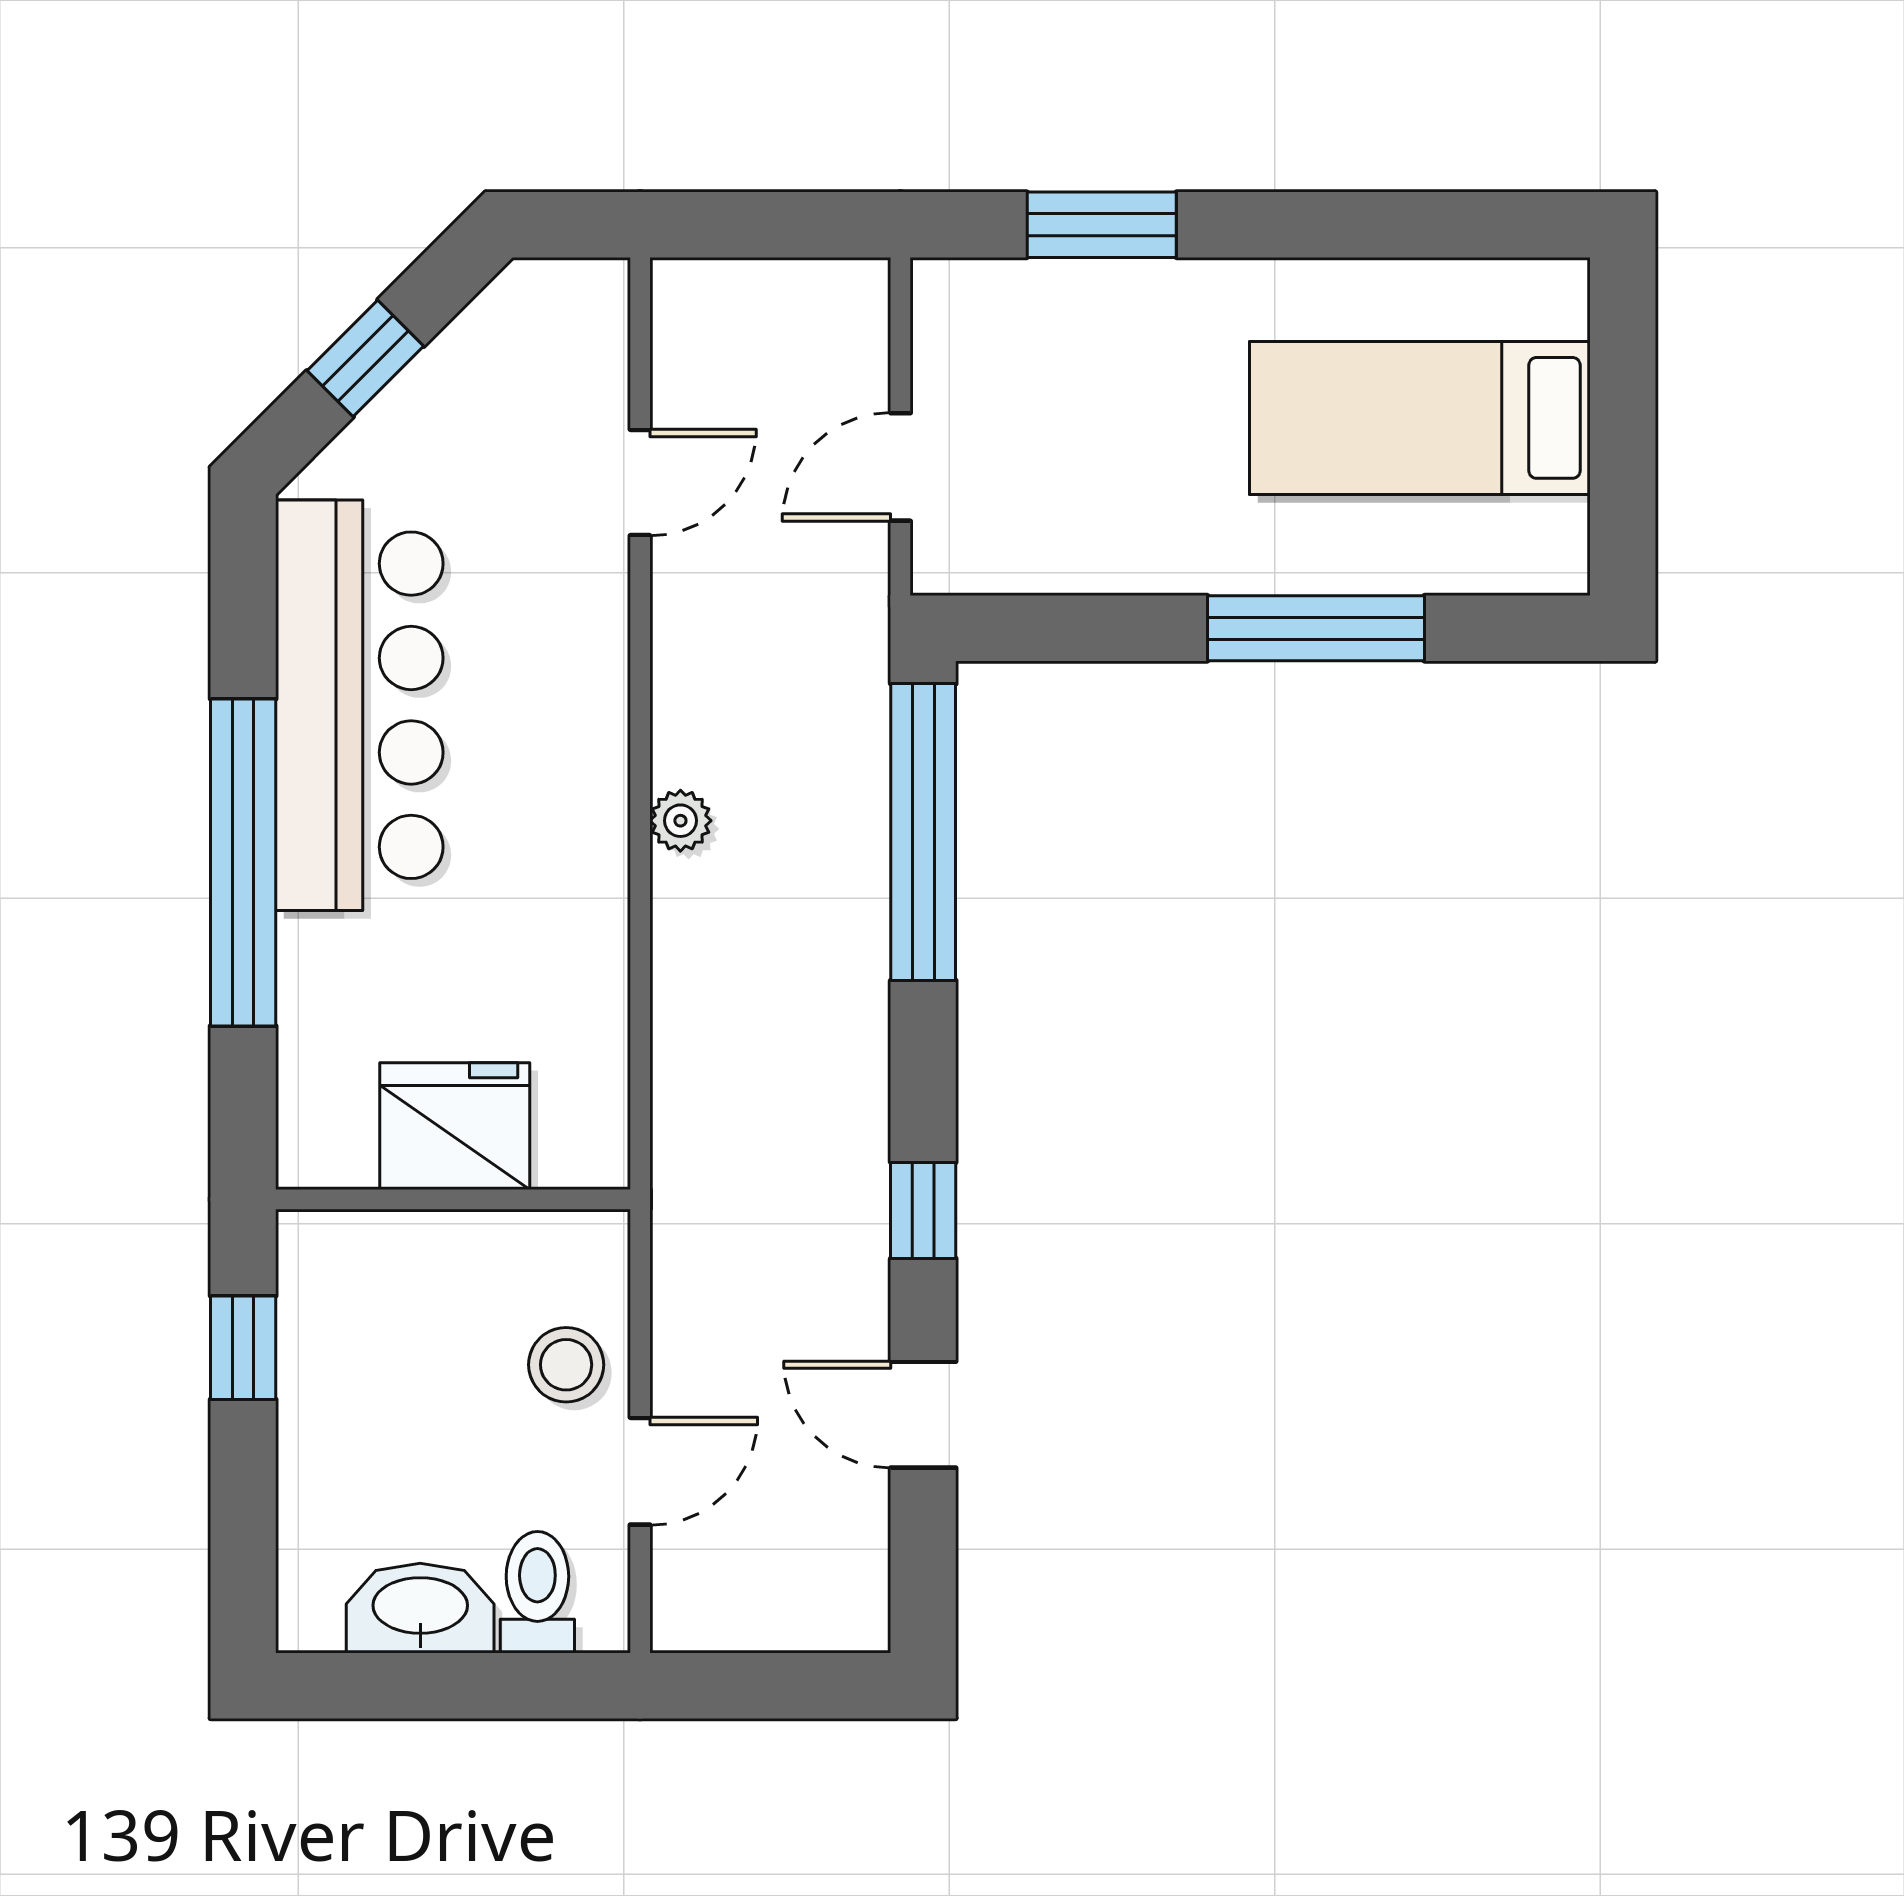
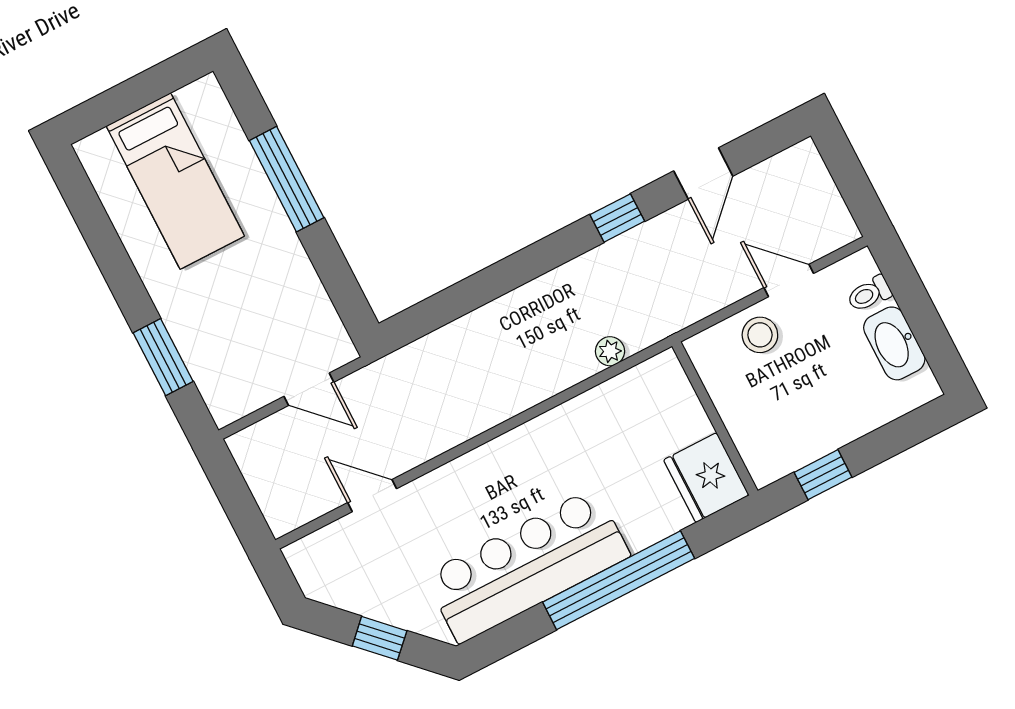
plant: (680, 821) -> (610, 351), moved
window: (923, 832) -> (458, 300), removed
fridge: (455, 1126) -> (706, 478), moved
toilet: (537, 1592) -> (869, 294), width x0.73, depth x0.72

